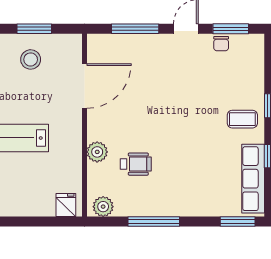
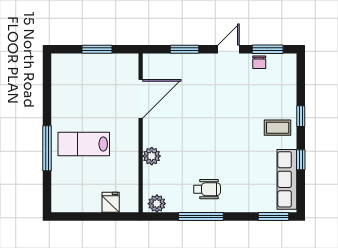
window: (135, 29) -> (185, 49), width x0.69
stool: (31, 59) -> (94, 76), removed
wheelchair: (136, 164) -> (207, 189), moved
fridge: (66, 205) -> (111, 202), moved

